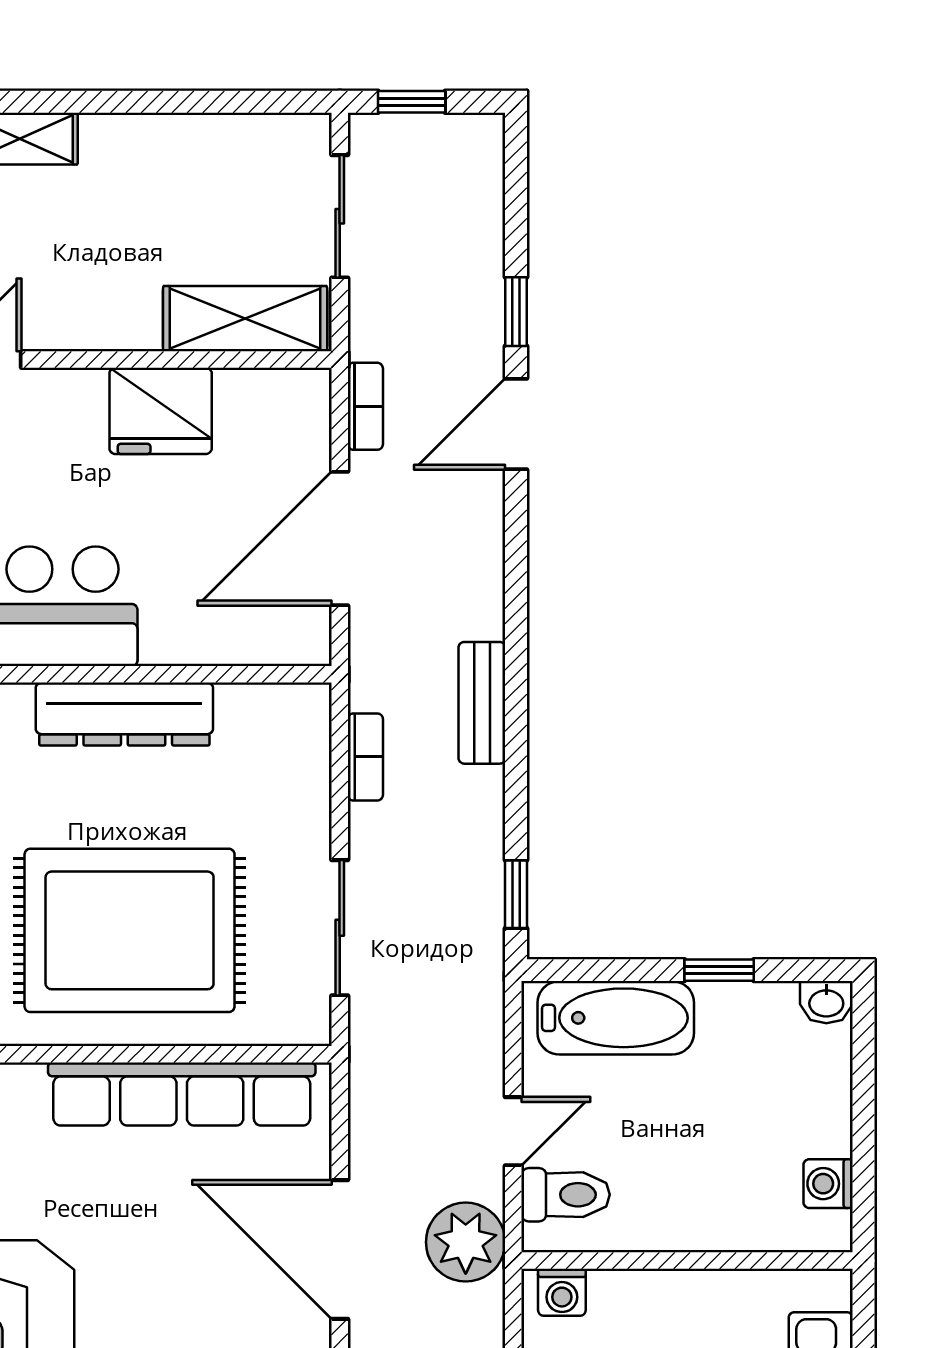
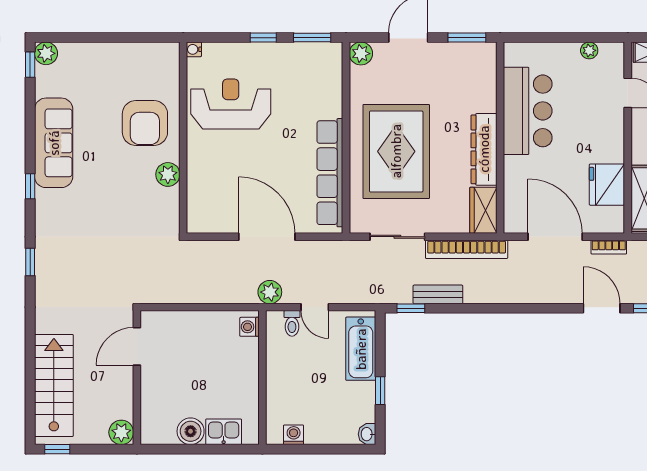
fridge: (161, 411) -> (607, 185), moved
bench: (482, 703) -> (438, 294), moved
wardrobe: (274, 716) -> (483, 210), added
bookcase: (365, 757) -> (467, 249), width x2.31, depth x1.31
toilet: (566, 1195) -> (292, 323), width x0.73, depth x0.72
plant: (466, 1242) -> (270, 292), width x0.73, depth x0.73
door: (340, 1250) -> (267, 237), hinge flipped

